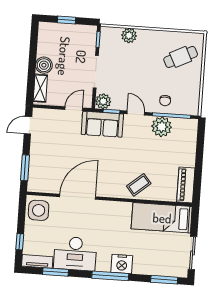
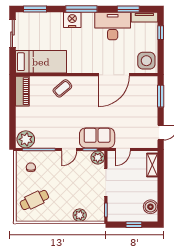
boiler: (44, 65) -> (150, 207), moved
chair: (165, 101) -> (31, 167), moved
door: (136, 113) -> (69, 149), hinge flipped
plant: (162, 127) -> (26, 139), moved

